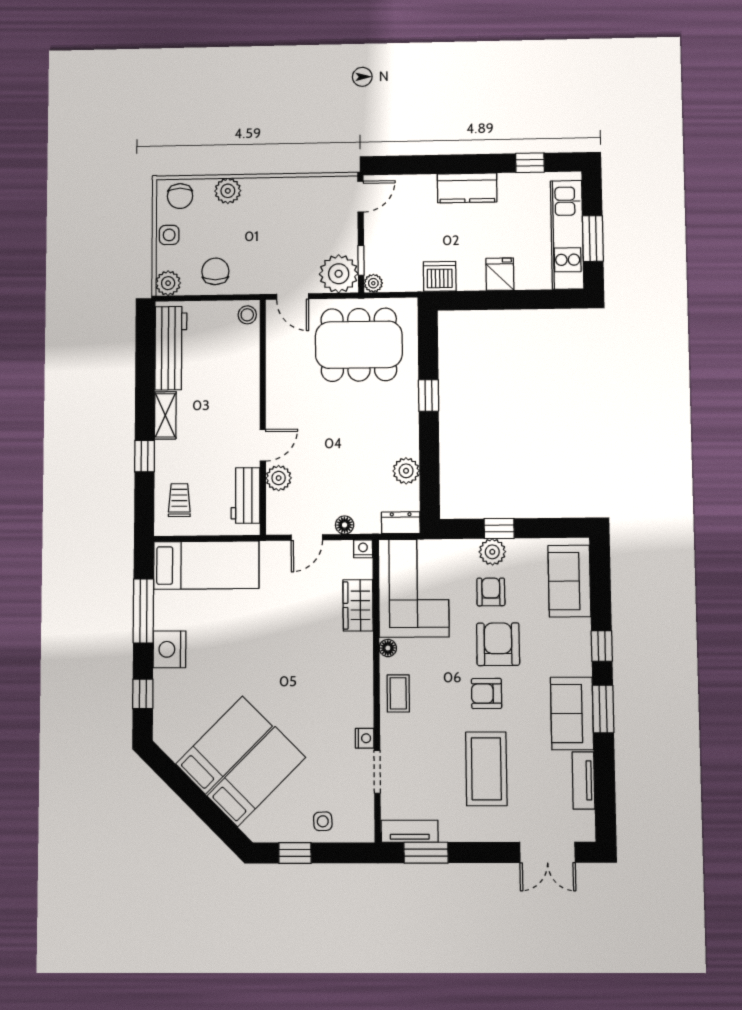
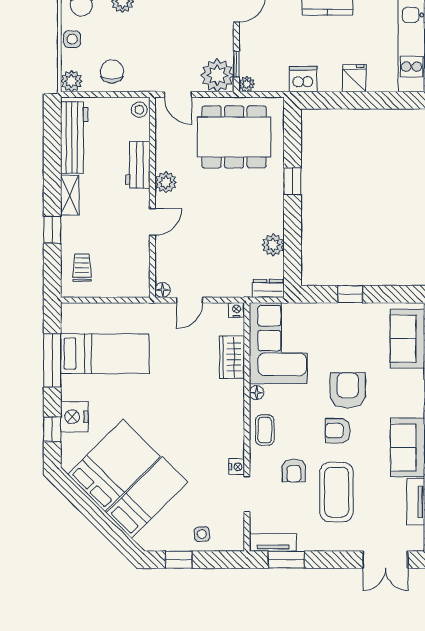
plant: (279, 478) -> (166, 182), moved
workbench: (245, 495) -> (138, 165), moved
floor lamp: (345, 525) -> (163, 290), moved
plant: (492, 552) -> (344, 314), removed
bed: (206, 565) -> (105, 354), moved
armchair: (491, 592) -> (294, 470), moved, turned 180
nightstand: (169, 649) -> (74, 417), moved
bed: (224, 745) -> (114, 465), width x1.50

